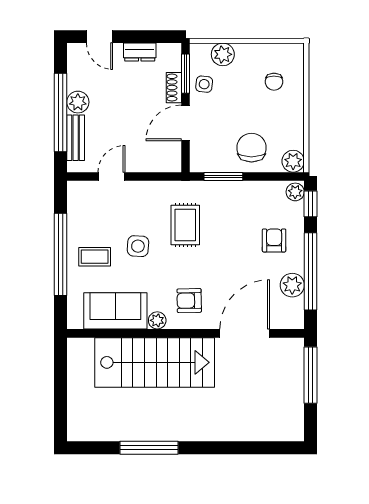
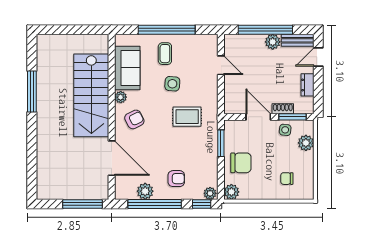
bench: (76, 138) -> (297, 40), moved
armchair: (189, 301) -> (134, 119), turned 64

